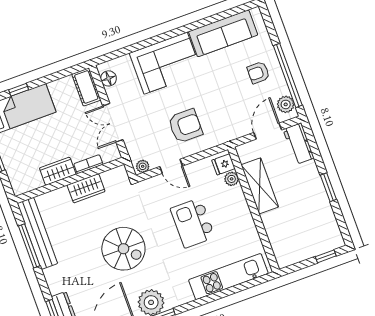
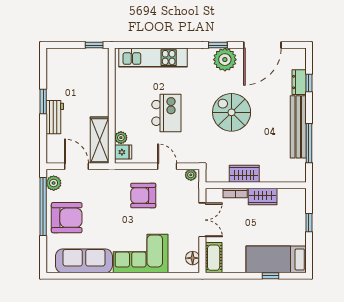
armchair: (258, 73) -> (67, 218), width x1.88, depth x1.88
door: (268, 131) -> (77, 166), swing flipped
workbench: (299, 144) -> (55, 117), moved
shelving: (260, 186) -> (100, 140), moved
bench: (37, 233) -> (298, 127), moved
window: (326, 256) -> (94, 45), moved

